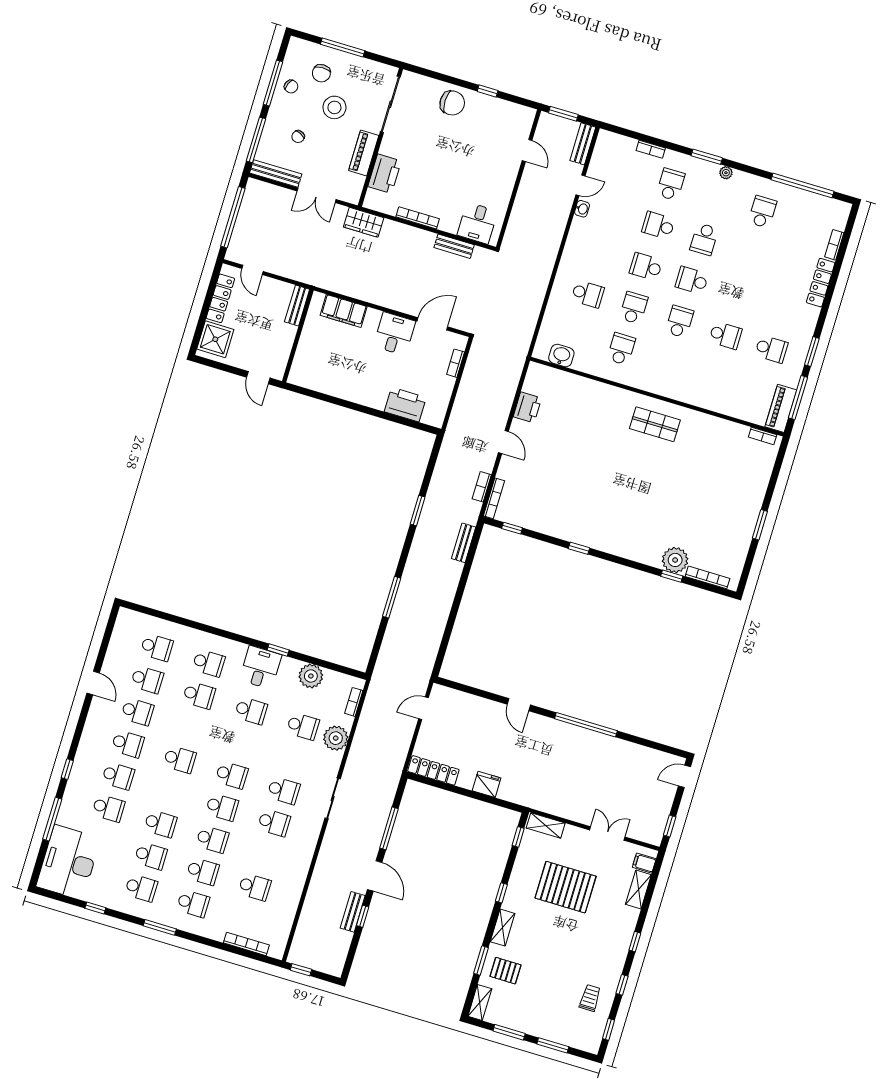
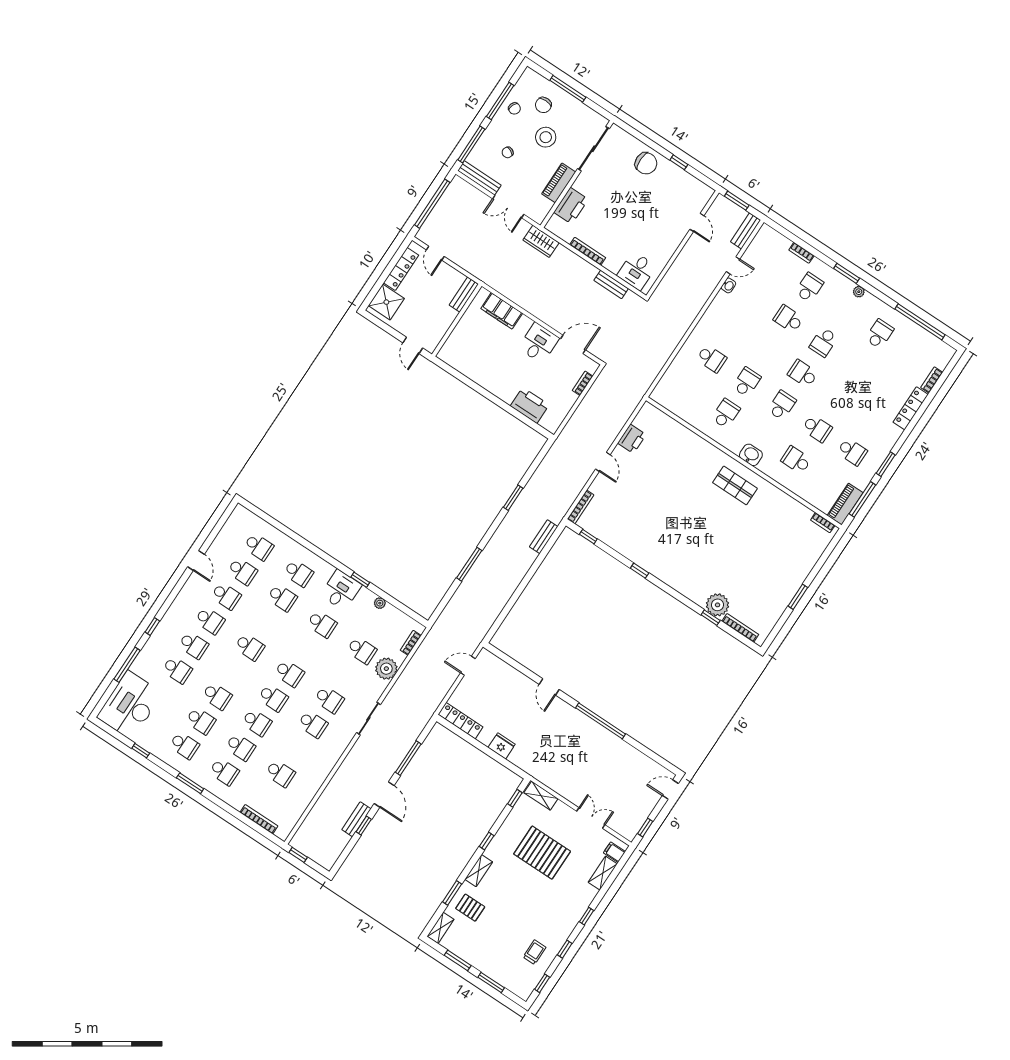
school desk: (646, 267) -> (796, 460), moved
washbasin: (561, 356) -> (751, 455), moved
bookcase: (482, 487) -> (573, 494), removed
plant: (311, 676) -> (380, 603), width x0.53, depth x0.53

